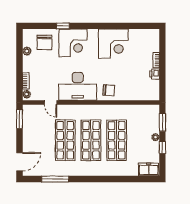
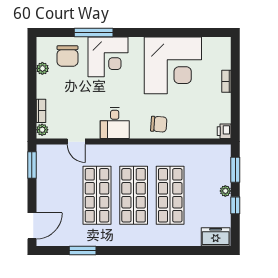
window: (63, 26) -> (94, 33), width x2.17
corner desk: (113, 44) -> (173, 65), width x1.36, depth x1.36
printer: (155, 74) -> (224, 131), moved
desk: (78, 86) -> (115, 123), width x0.53, depth x0.77
window: (55, 179) -> (83, 250), width x0.69

